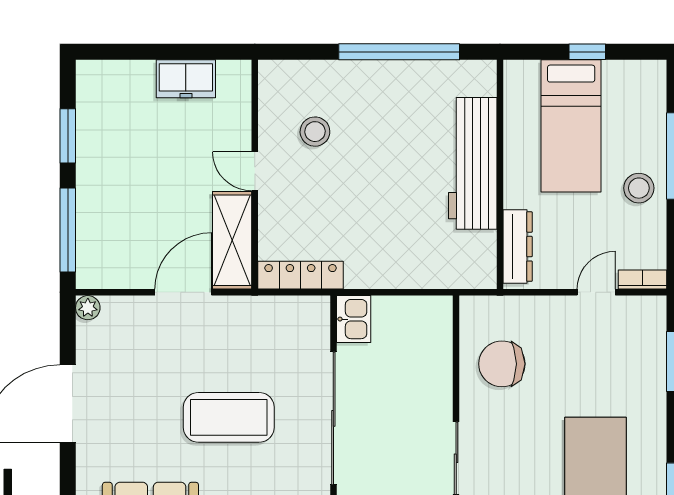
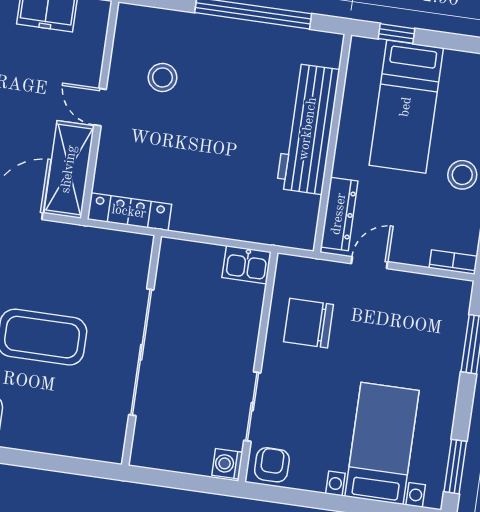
window: (587, 52) -> (396, 34), moved
door: (596, 292) -> (369, 263), moved
kitchen sink: (354, 319) -> (247, 265), moved, turned 90

